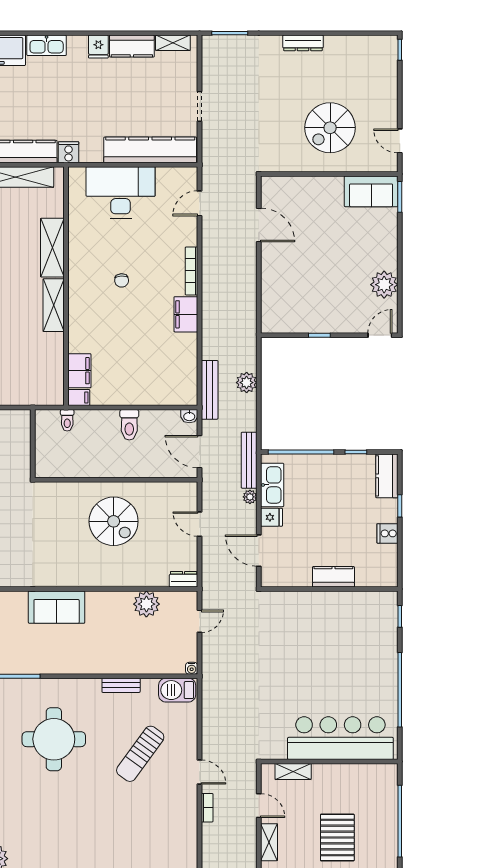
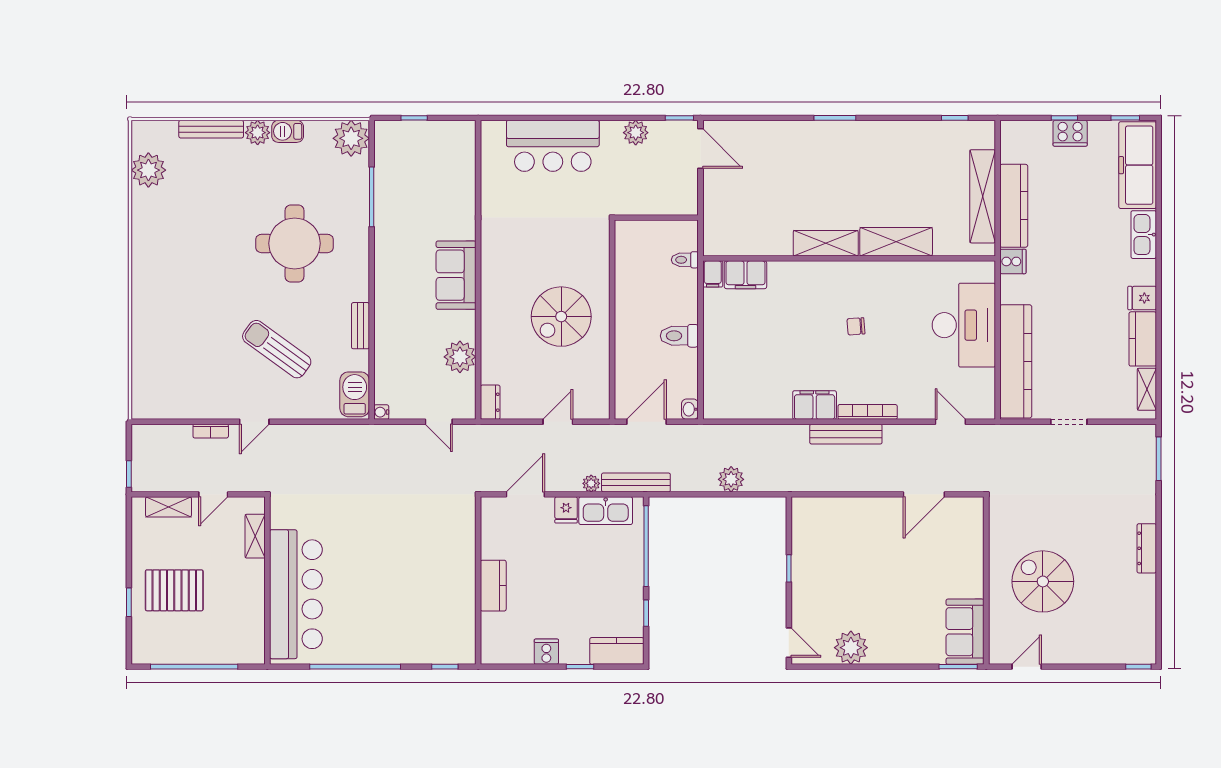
bench: (210, 390) -> (846, 434), moved
sofa: (57, 607) -> (456, 275), moved

